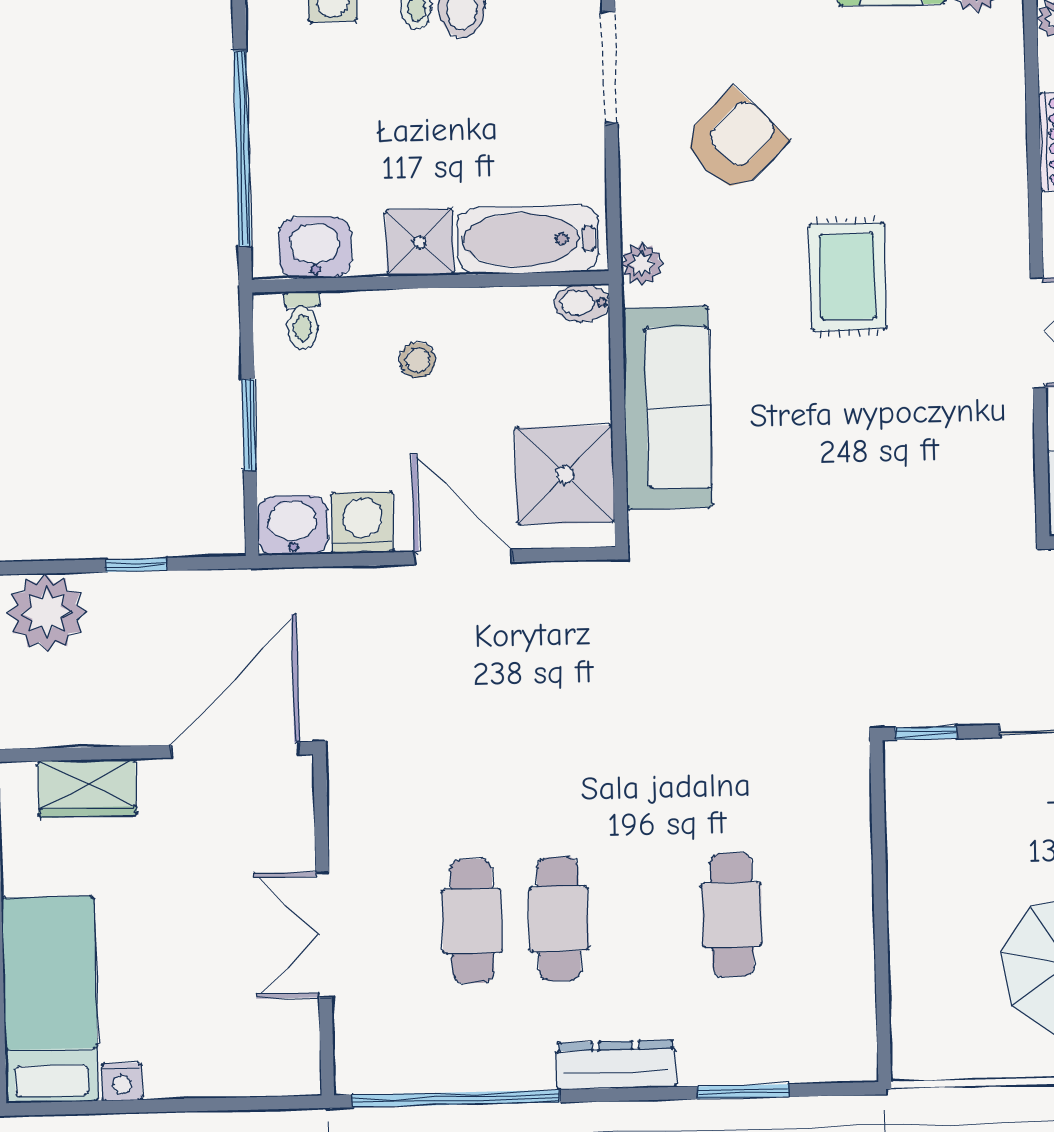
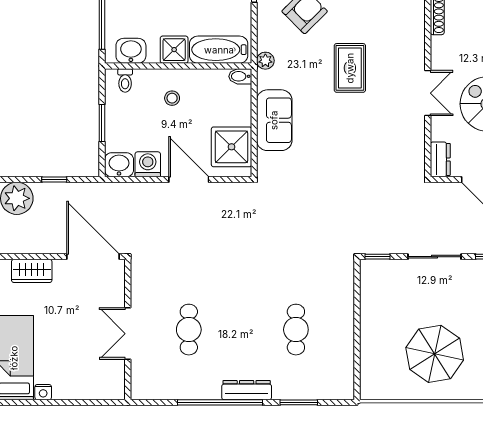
sofa: (667, 408) -> (274, 120), width x0.73
door: (235, 750) -> (93, 257), hinge flipped
cafe table: (559, 919) -> (225, 330), removed
window: (456, 1099) -> (220, 402), moved

